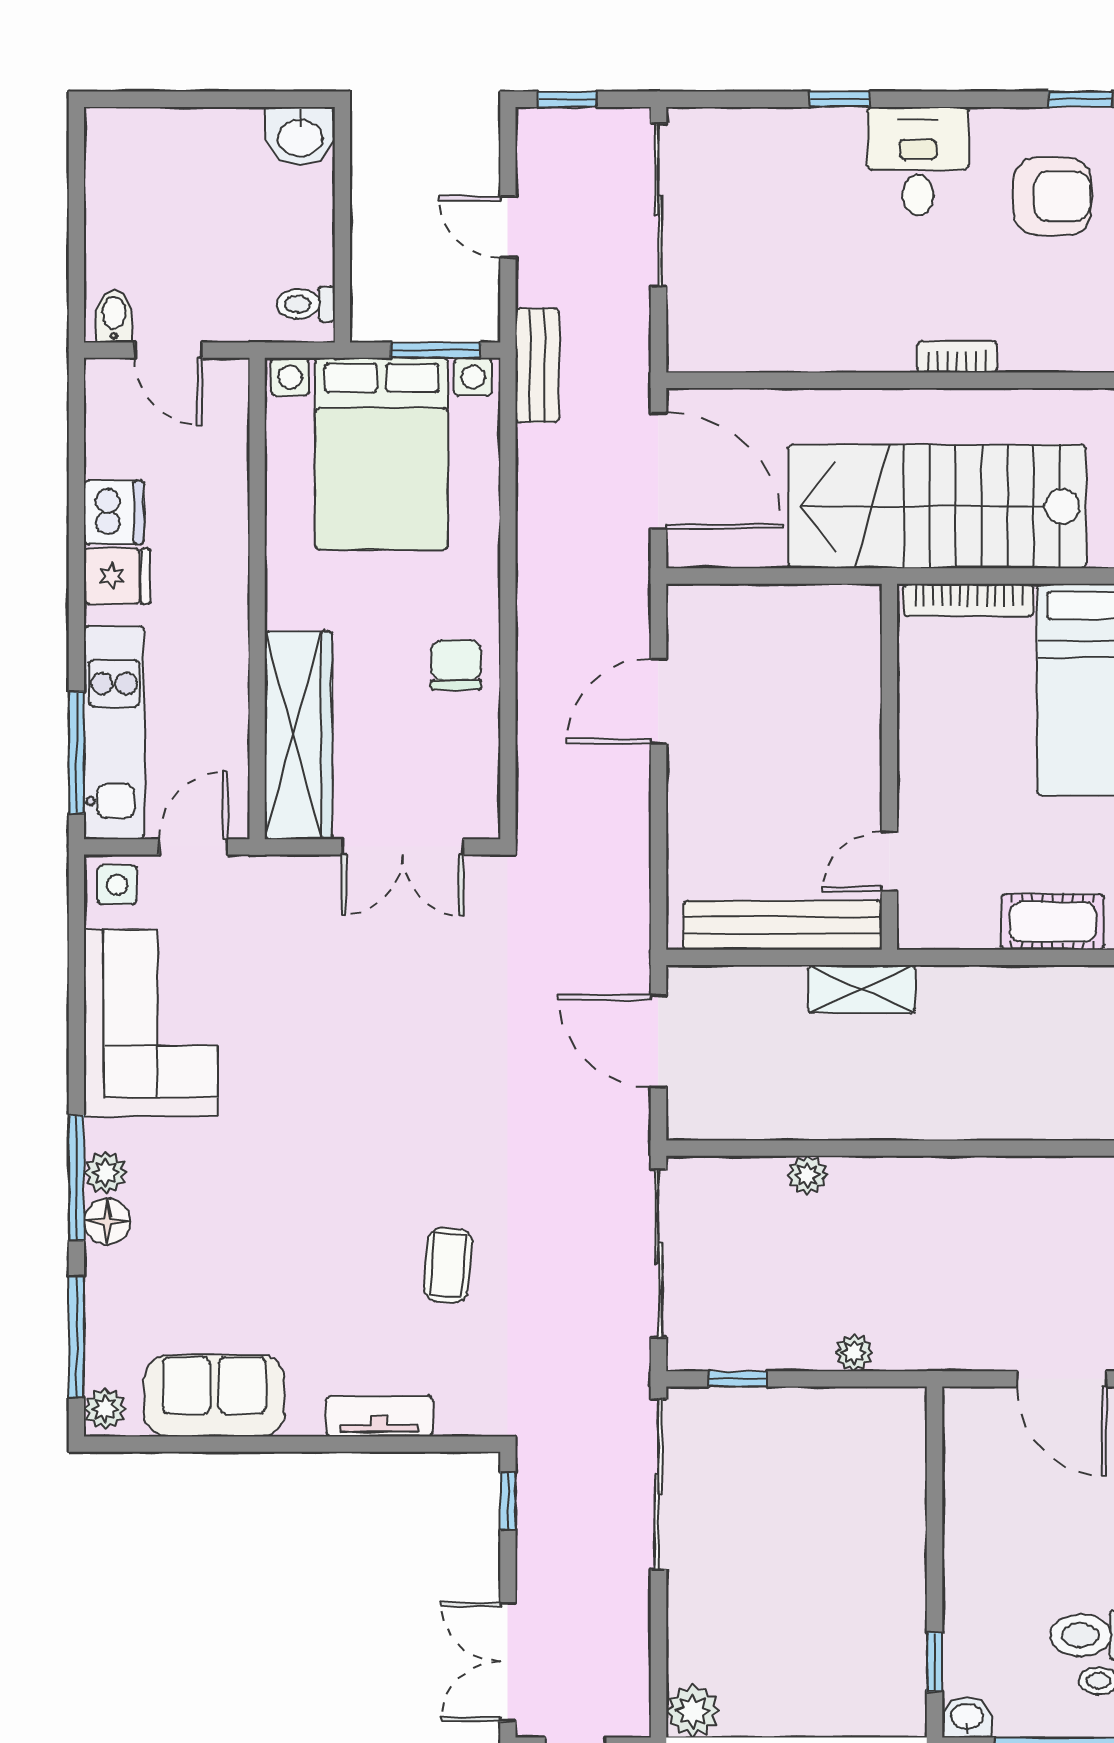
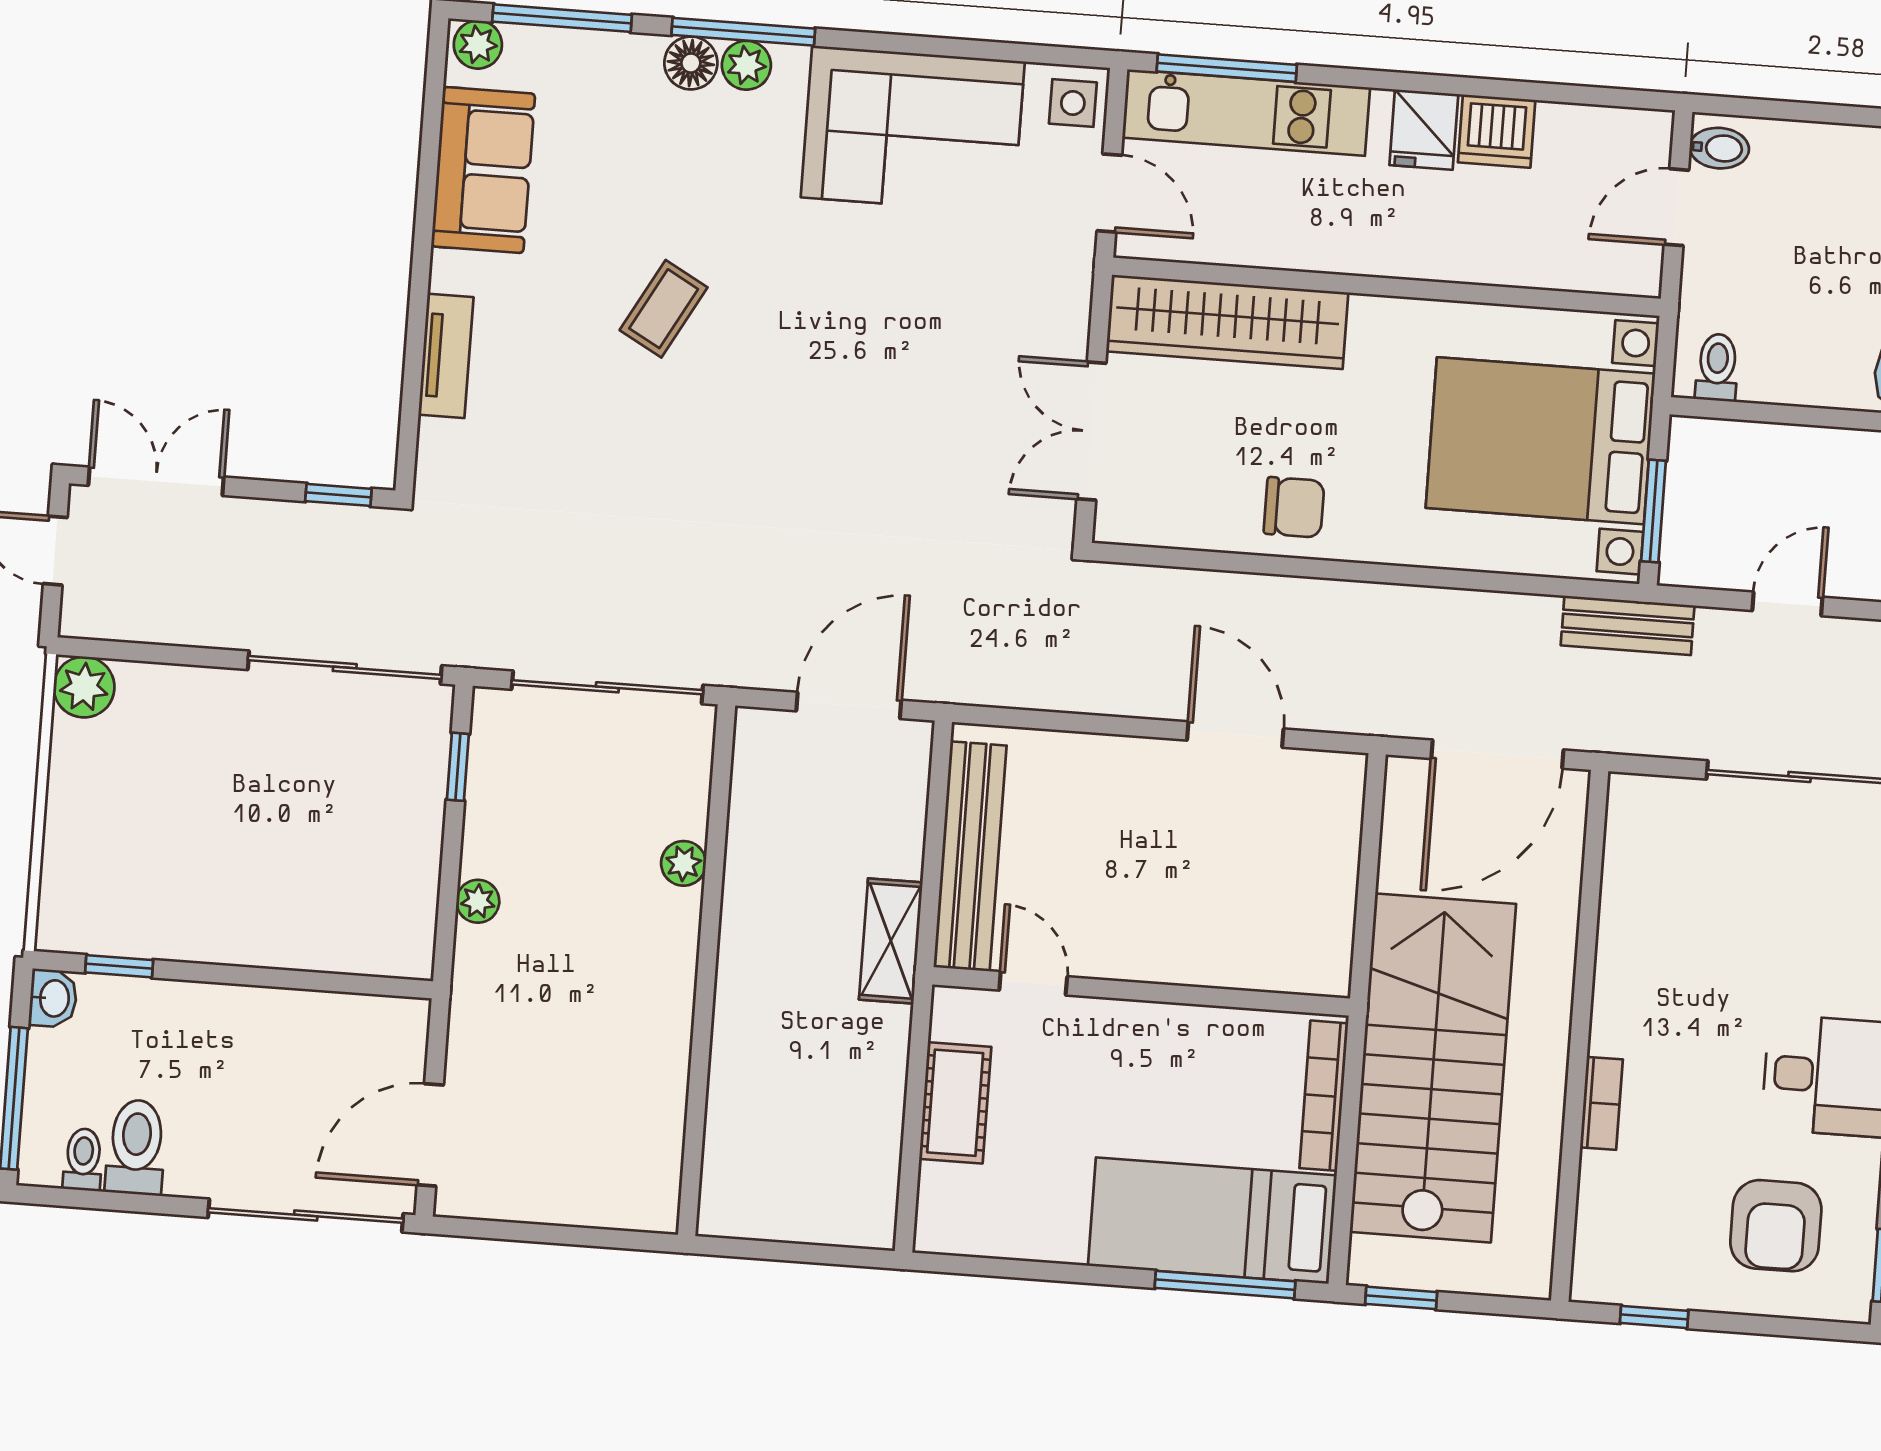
cot: (1053, 922) -> (955, 1103), moved
coffee table: (448, 1265) -> (664, 309), moved, turned -66

